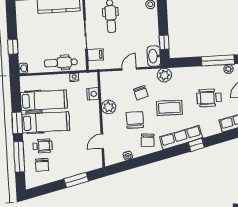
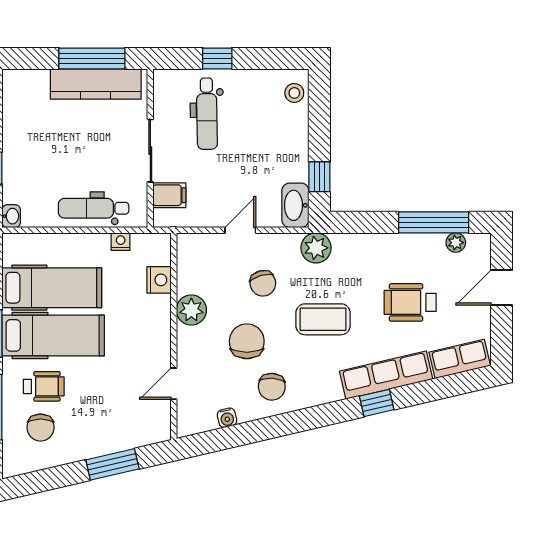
row of seats: (181, 137) -> (386, 375), moved

